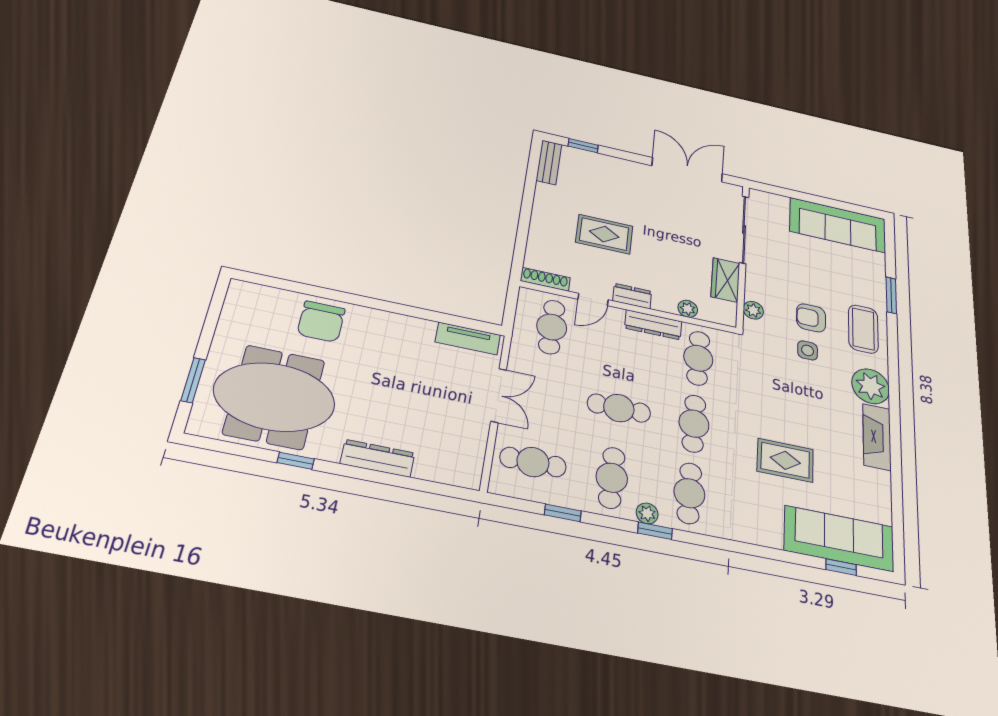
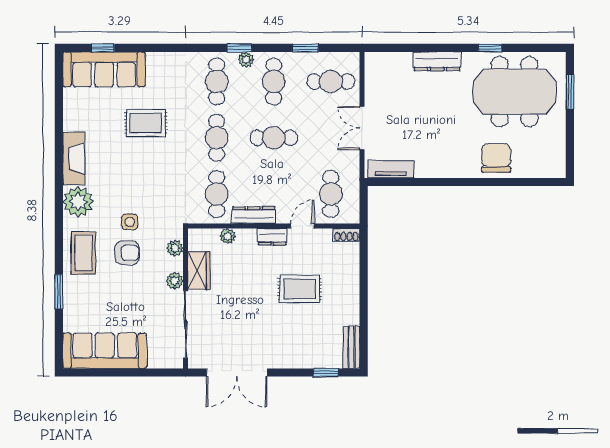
plant: (755, 276) -> (175, 281), added
shoe rack: (545, 279) -> (346, 235), width x0.70

